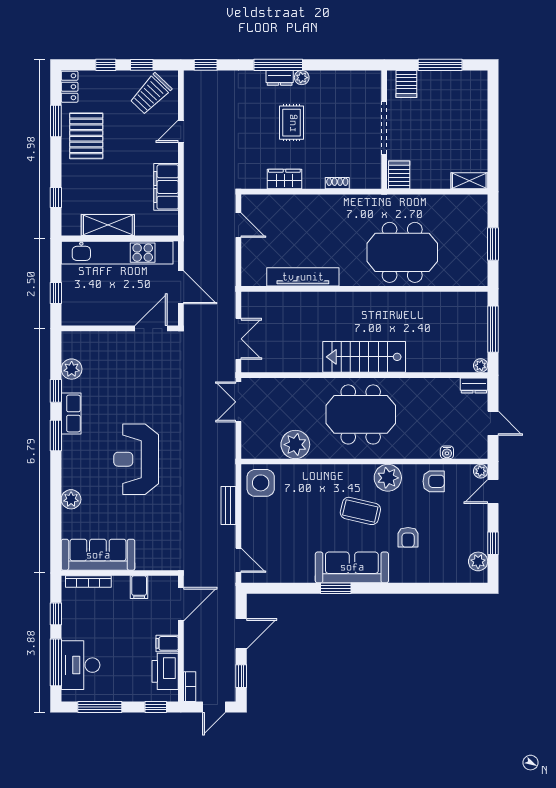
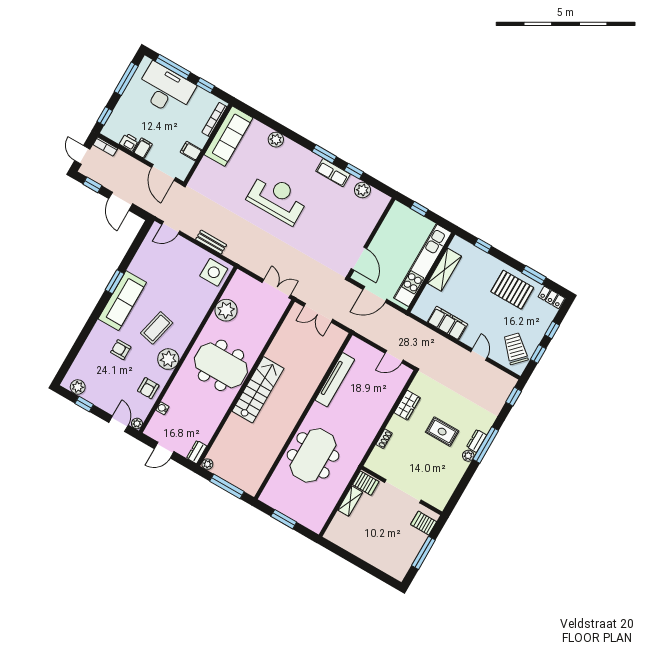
shelving: (469, 181) -> (350, 501), moved
meeting table: (361, 414) -> (221, 365), turned 90
desk: (81, 665) -> (165, 89), width x1.36, depth x1.30
printer: (165, 671) -> (129, 142), width x0.53, depth x0.68

